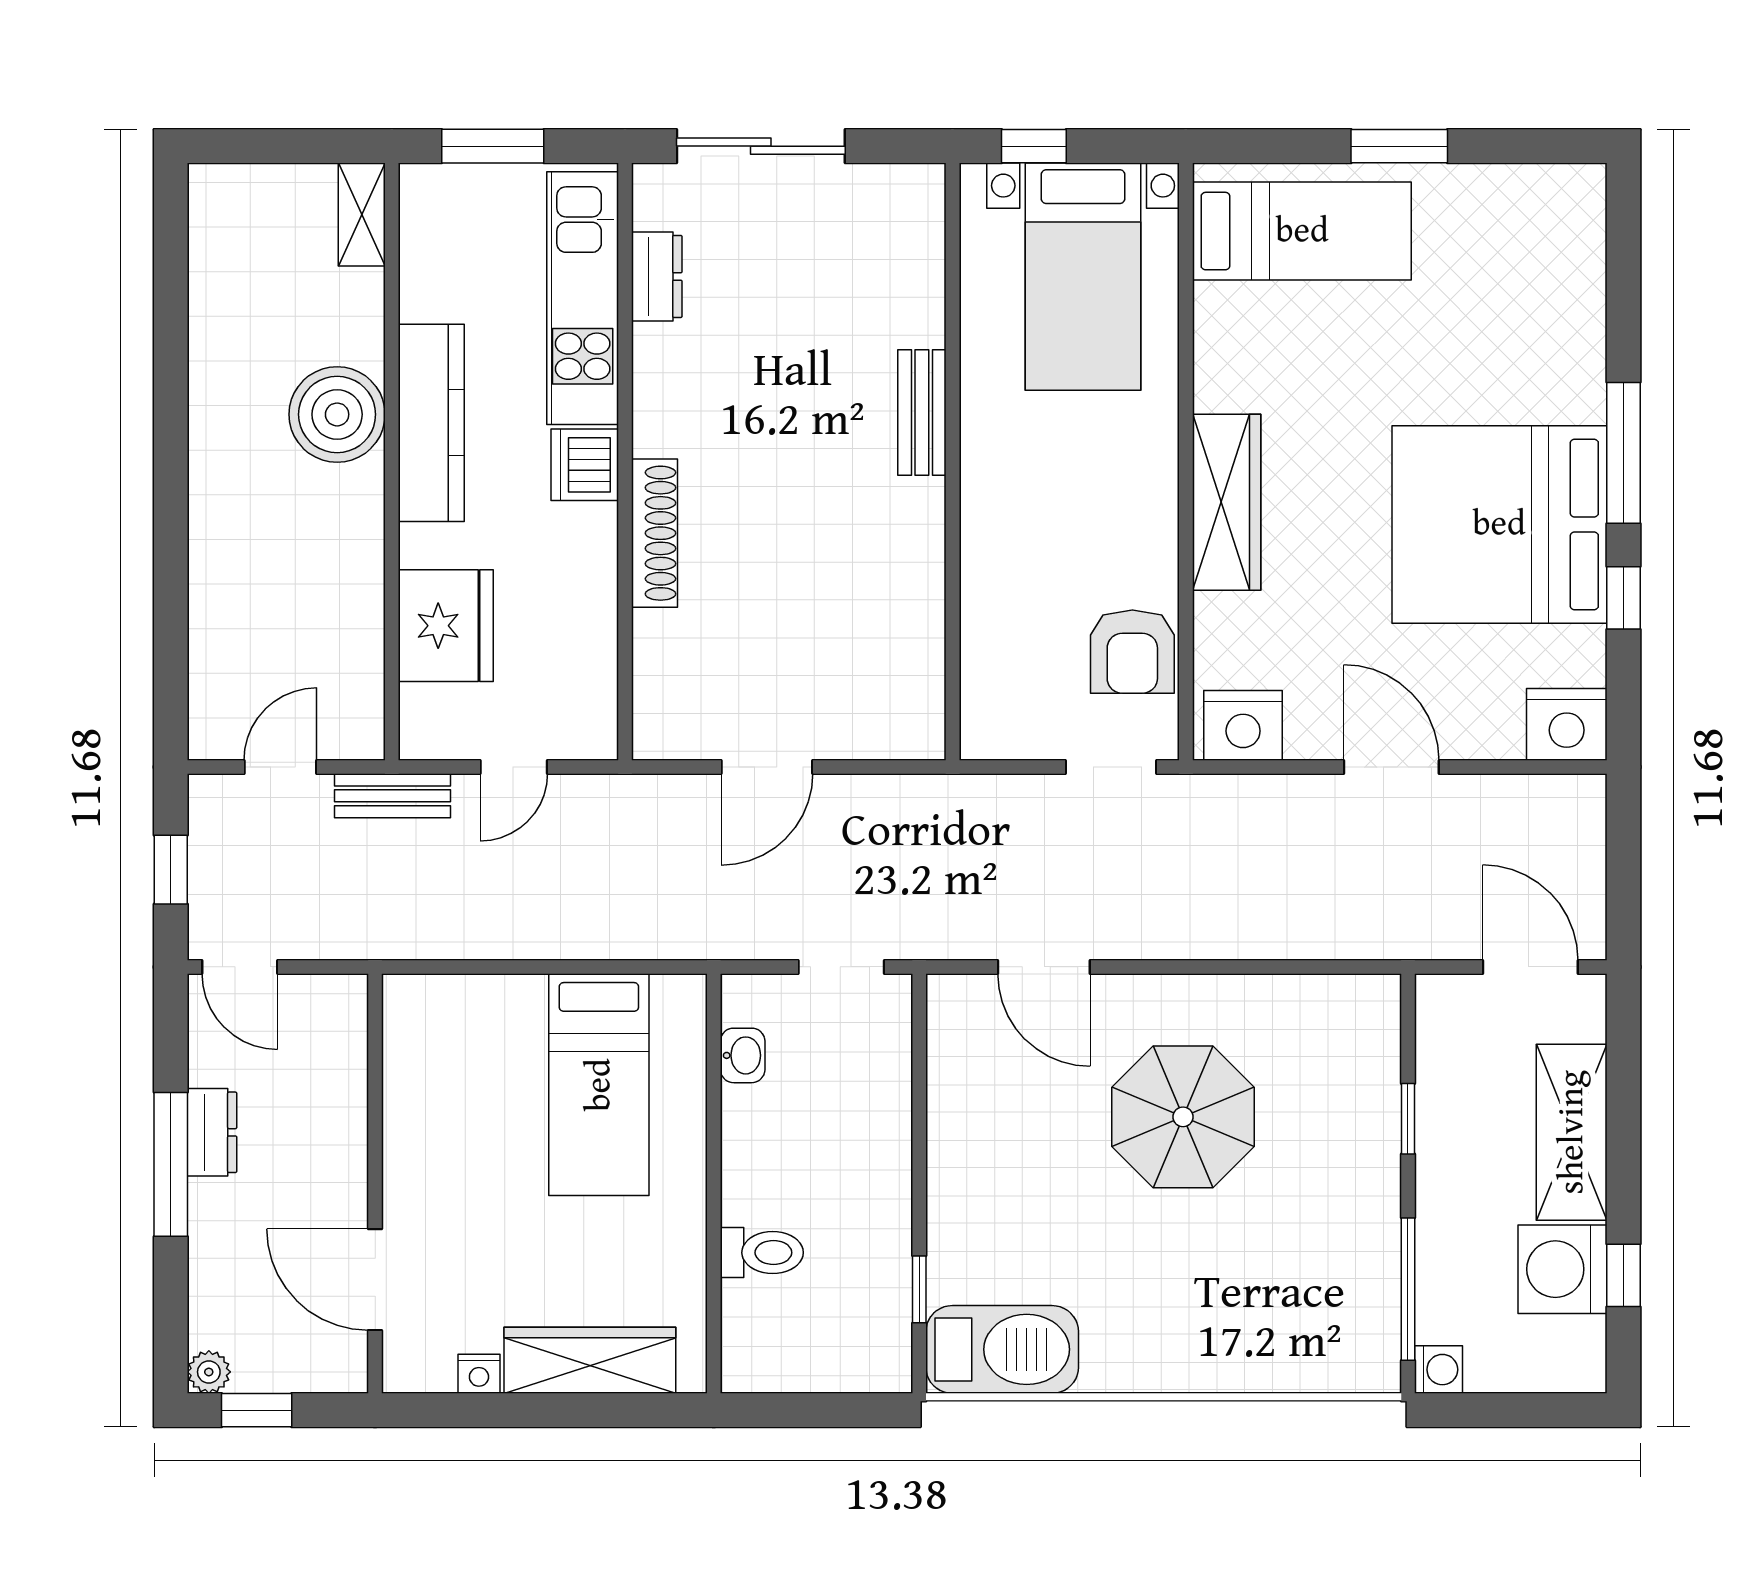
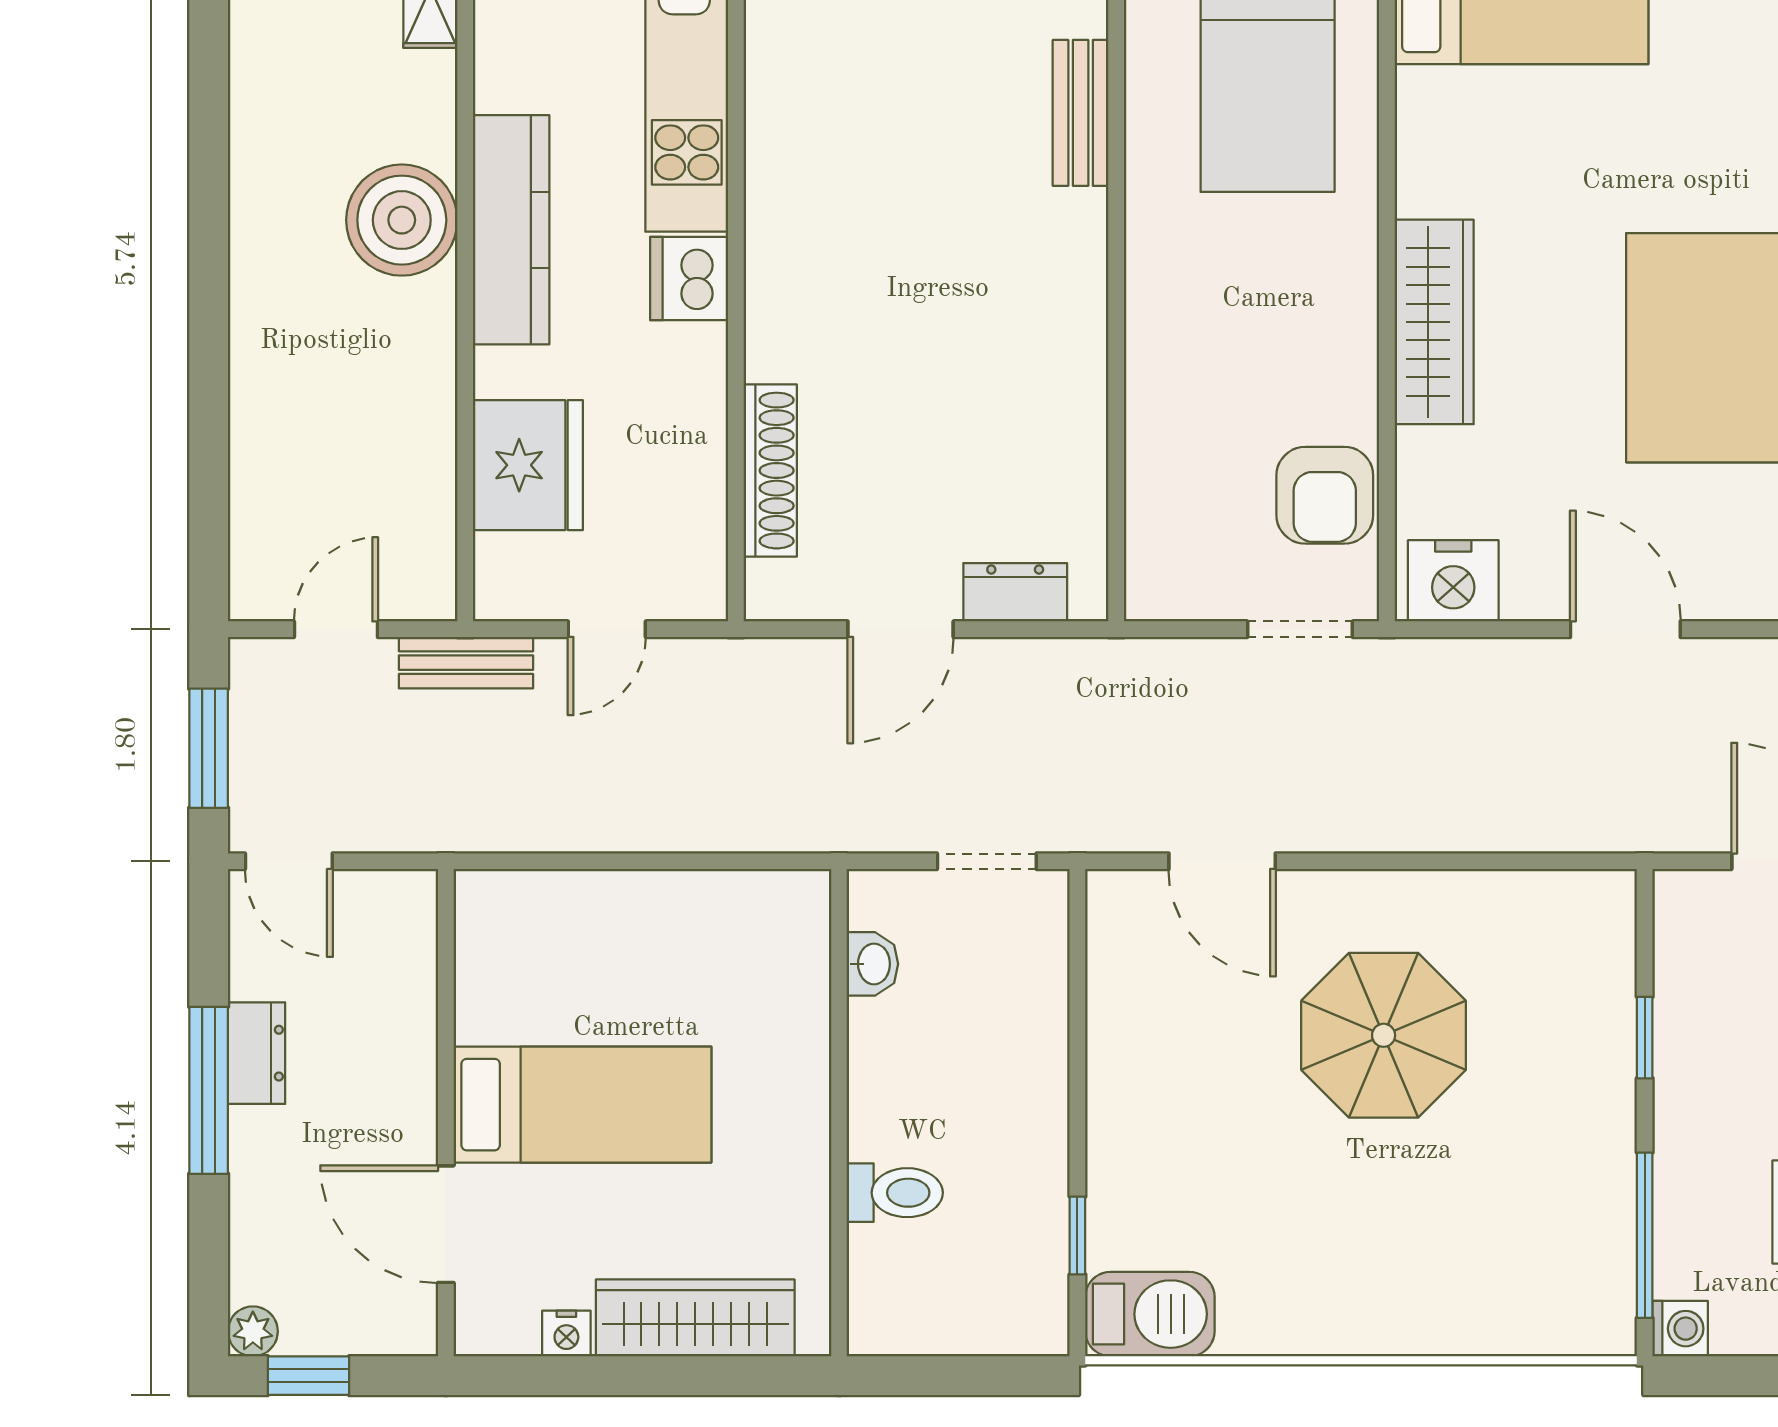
dresser: (657, 276) -> (1015, 592), moved, turned -90
bench: (922, 412) -> (1081, 113), moved
shoe rack: (655, 533) -> (770, 471), moved
window: (171, 870) -> (209, 748), width x1.50
bed: (599, 1085) -> (582, 1105), moved, turned -90
barbecue: (1002, 1349) -> (1150, 1314), width x0.73, depth x0.83

